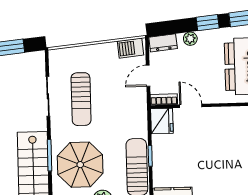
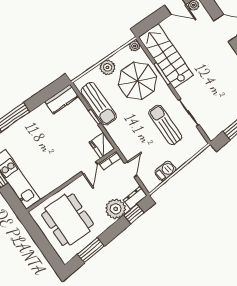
window: (208, 23) -> (134, 214), moved
plant: (190, 39) -> (116, 209), width x1.87, depth x1.87
barbecue: (131, 48) -> (165, 171), moved
door: (191, 106) -> (89, 168), hinge flipped

